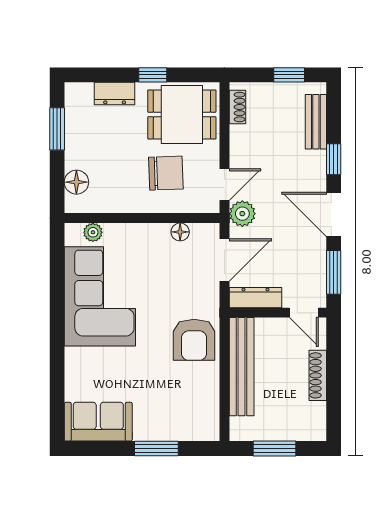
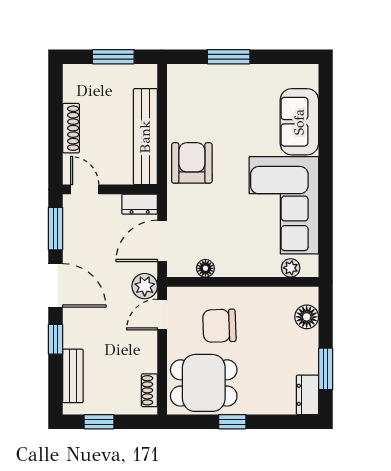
dresser: (115, 93) -> (307, 395), moved, turned -90
dresser: (255, 298) -> (140, 204), width x0.70
sofa: (98, 422) -> (299, 122), moved, turned 90

